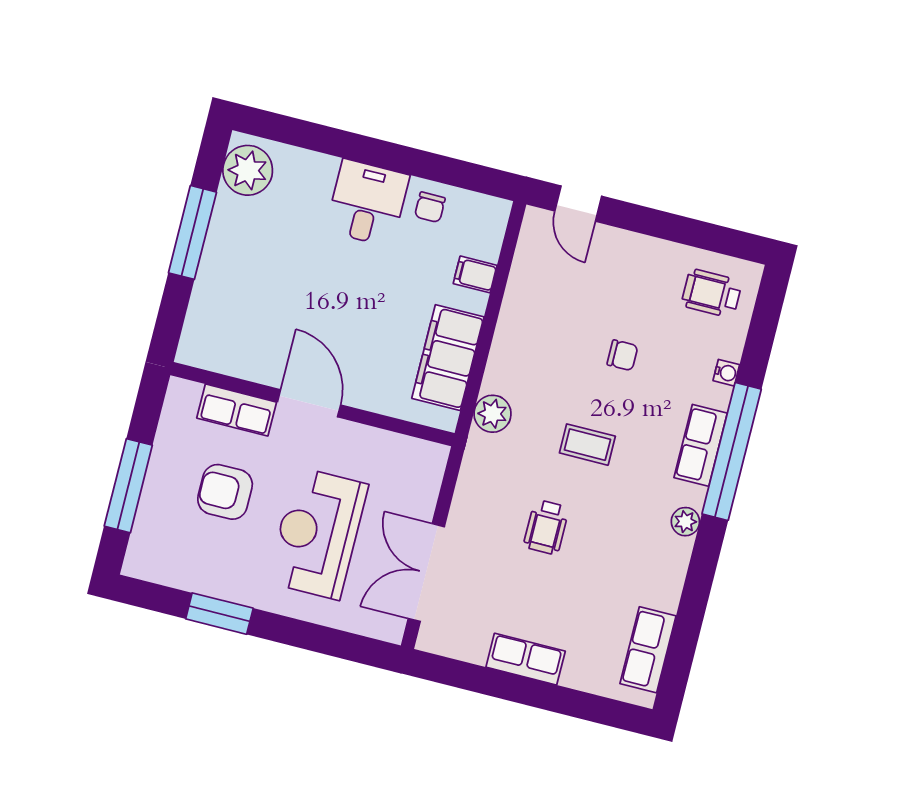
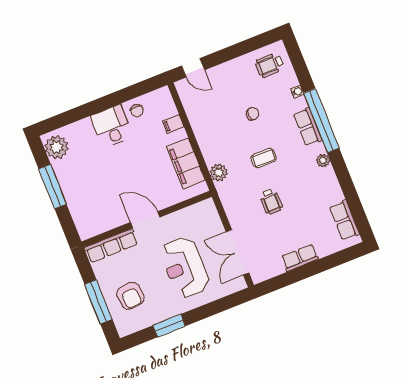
row of seats: (237, 410) -> (111, 246), width x1.48
armchair: (225, 492) -> (130, 296), moved, turned -94

